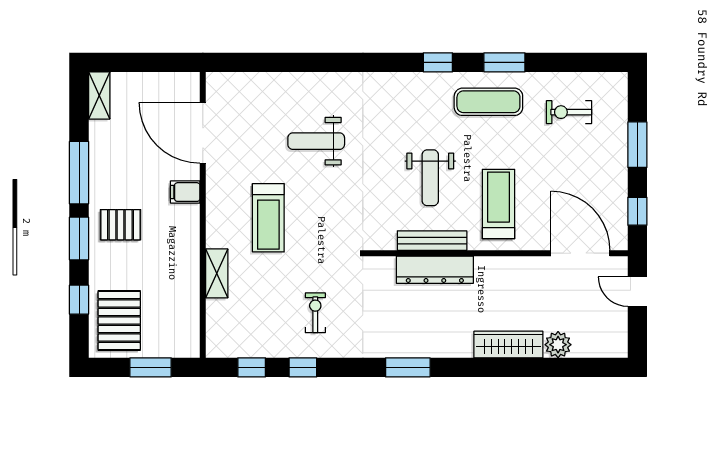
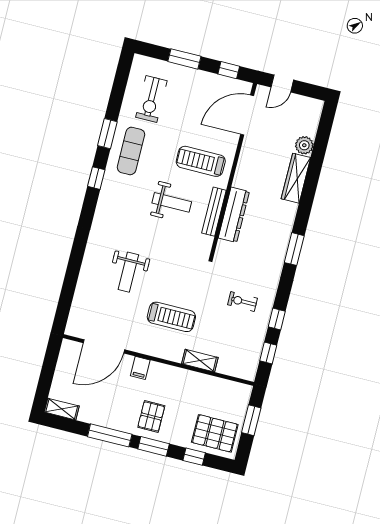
exercise bike: (569, 112) -> (151, 99), width x1.38, depth x1.39

